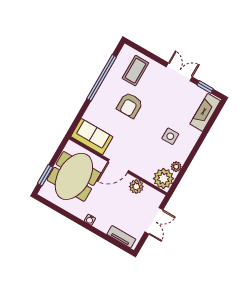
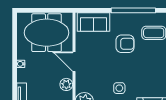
armchair: (130, 105) -> (125, 44), turned 180
sofa: (92, 137) -> (93, 22), moved, turned 90
window: (45, 175) -> (35, 10), removed

